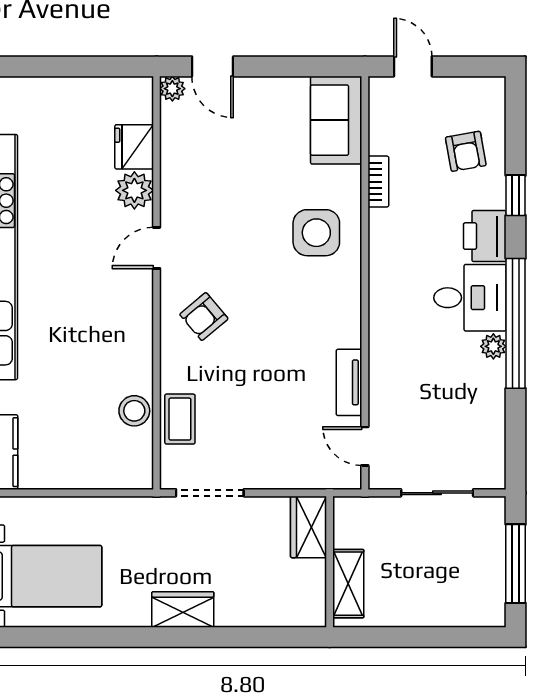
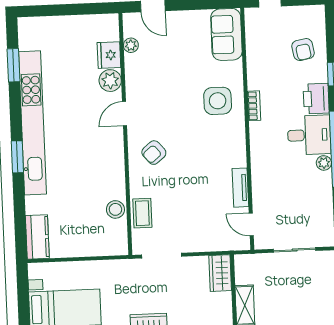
plant: (172, 89) -> (131, 45), moved
bookcase: (378, 182) -> (254, 106), moved

